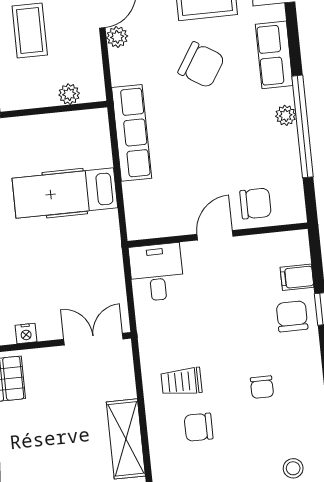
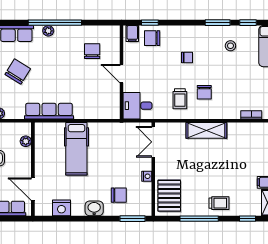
door: (215, 235) -> (121, 74), moved
wall: (218, 235) -> (121, 72), moved
desk: (157, 272) -> (137, 106), moved

